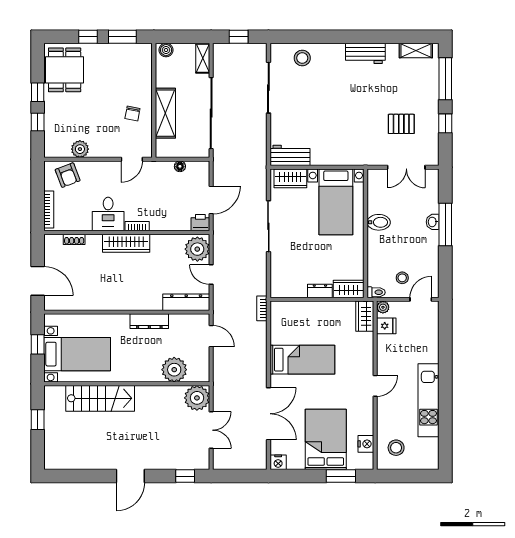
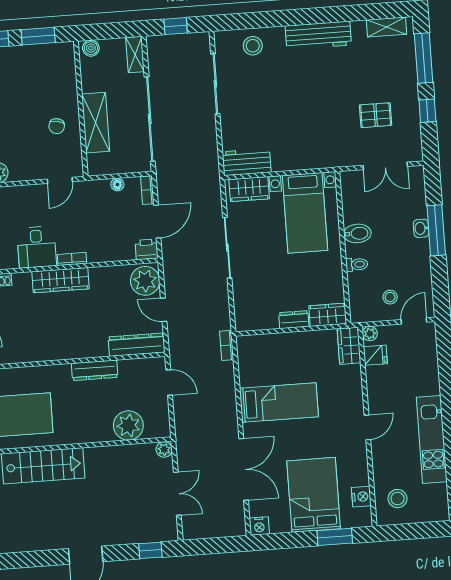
workbench: (365, 53) -> (318, 35), width x1.37
bookcase: (205, 173) -> (147, 190), added
toilet: (376, 292) -> (357, 264), moved
plant: (197, 398) -> (164, 449), width x0.53, depth x0.53

